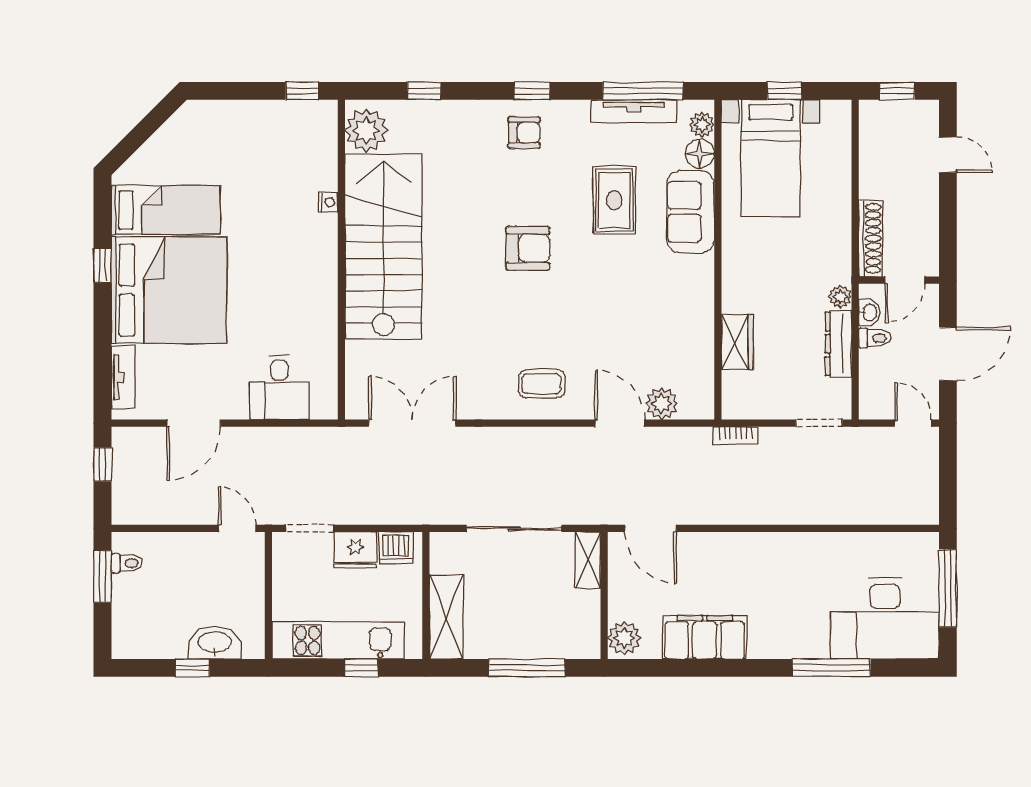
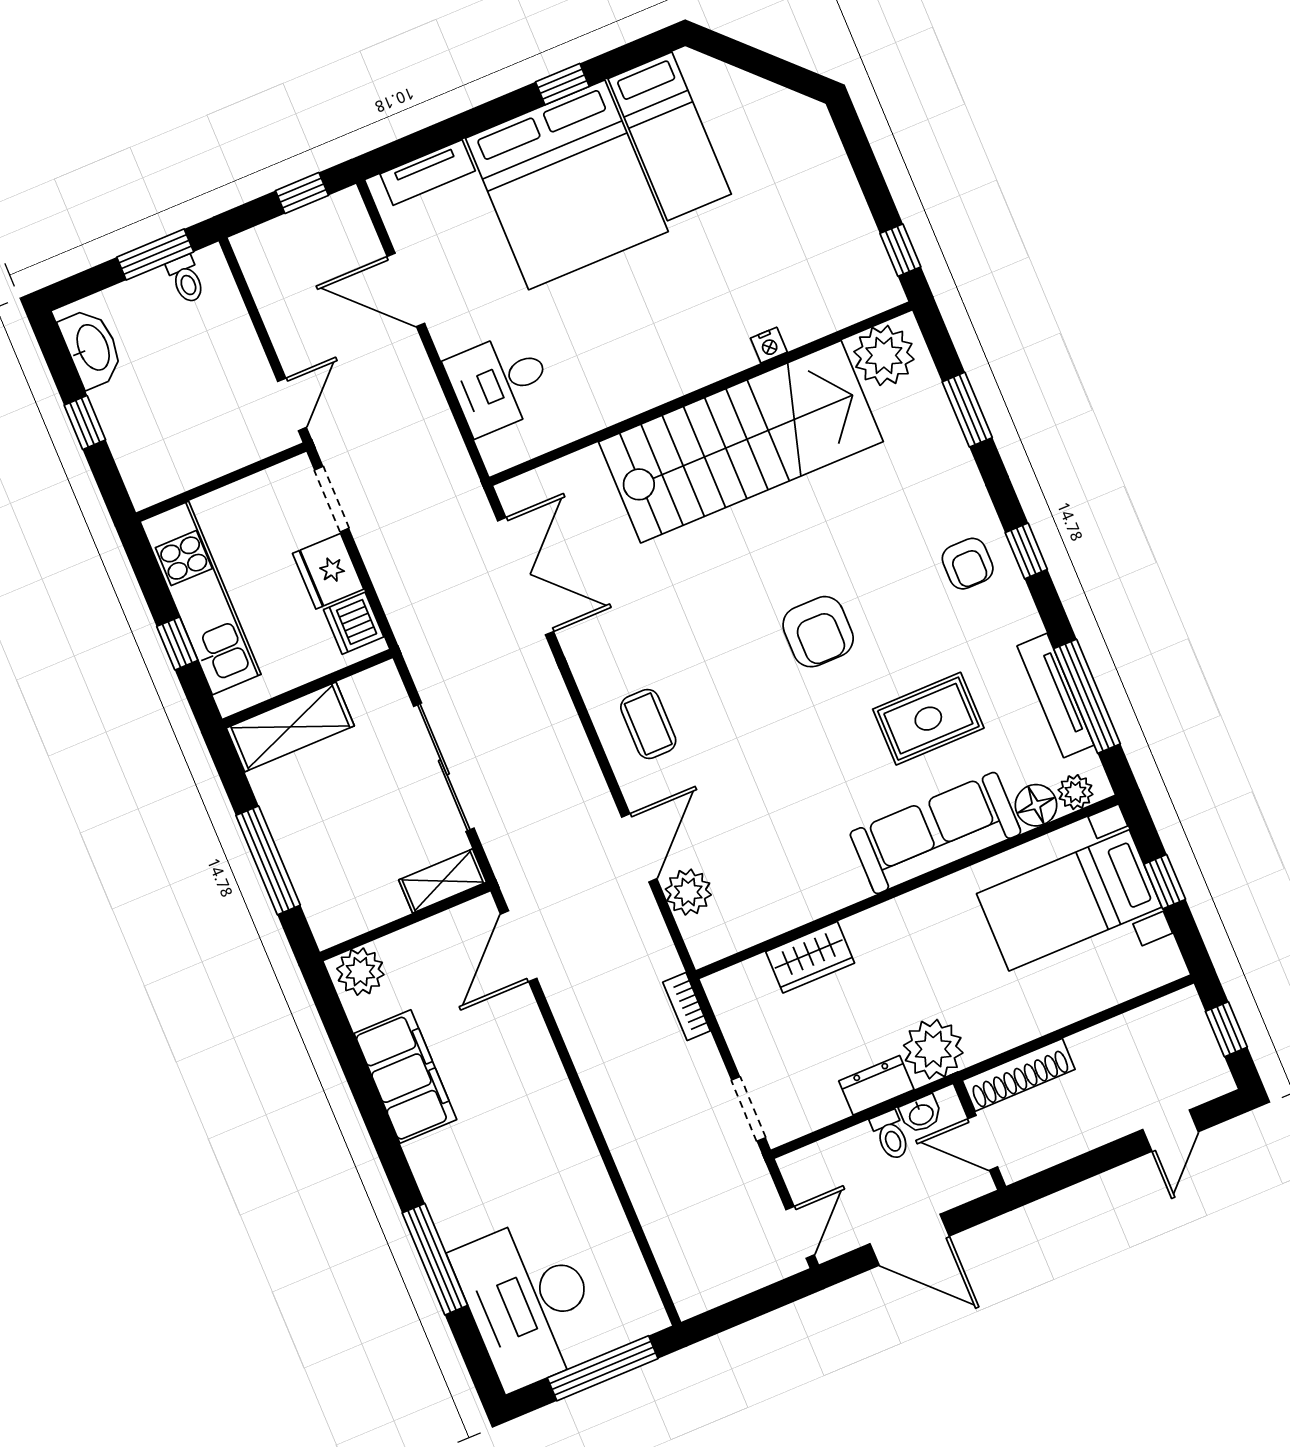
window: (424, 91) -> (967, 410), width x1.50
sofa: (691, 212) -> (935, 833), width x1.36
plant: (840, 297) -> (933, 1049), width x1.88, depth x1.88
dresser: (838, 344) -> (876, 1085), width x0.70
washbasin: (215, 643) -> (92, 348), moved

